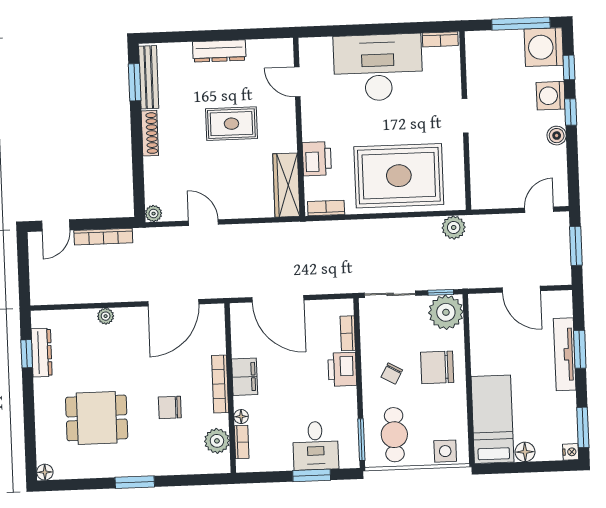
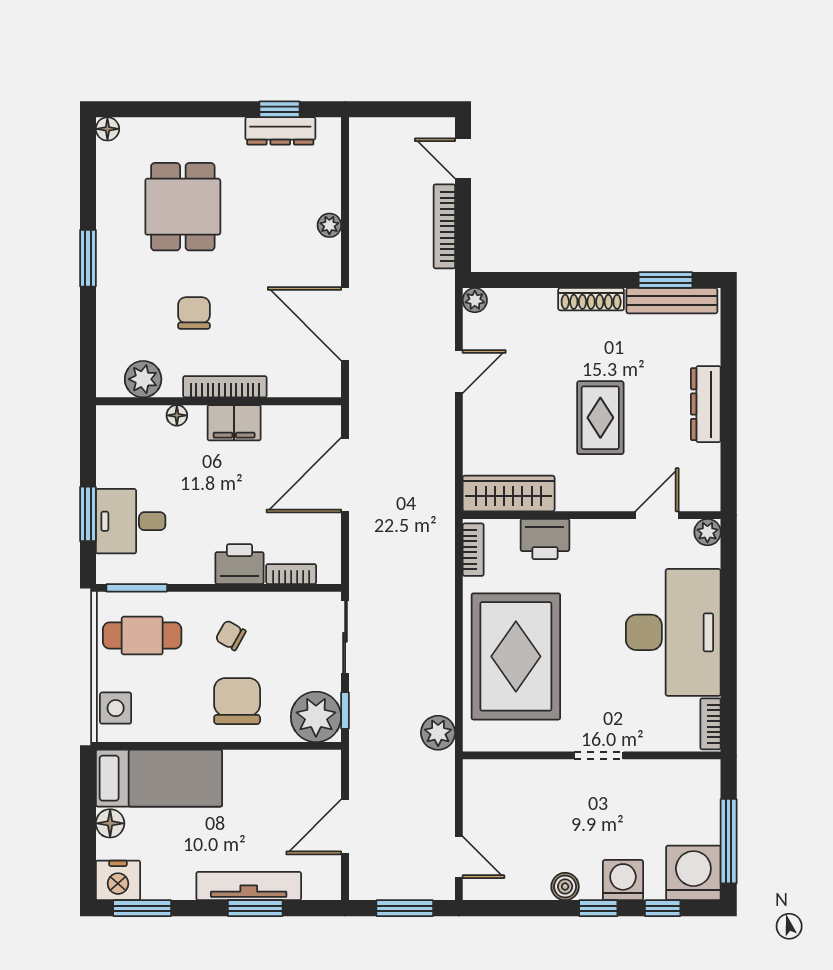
plant: (308, 46) -> (707, 532), added
bookcase: (242, 442) -> (140, 415), removed
nightstand: (571, 452) -> (118, 880), width x1.89, depth x1.79

